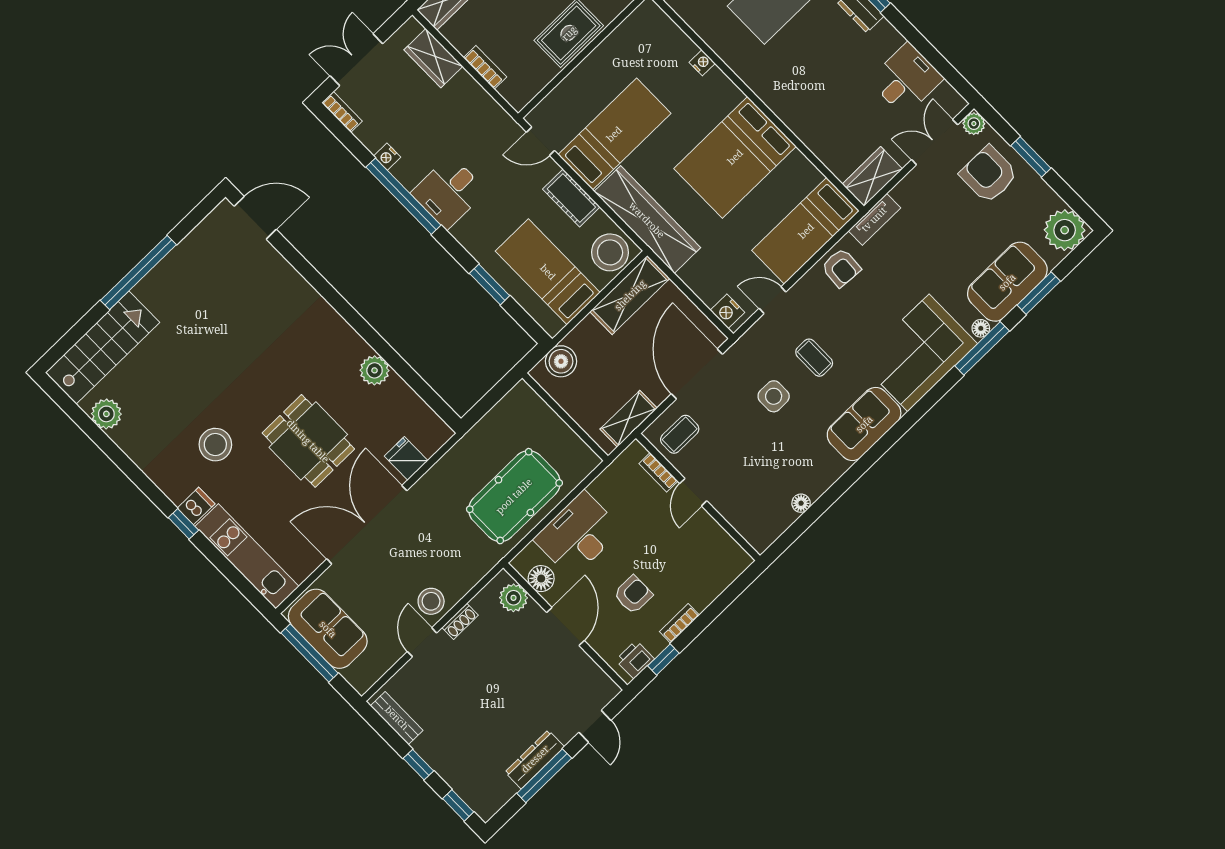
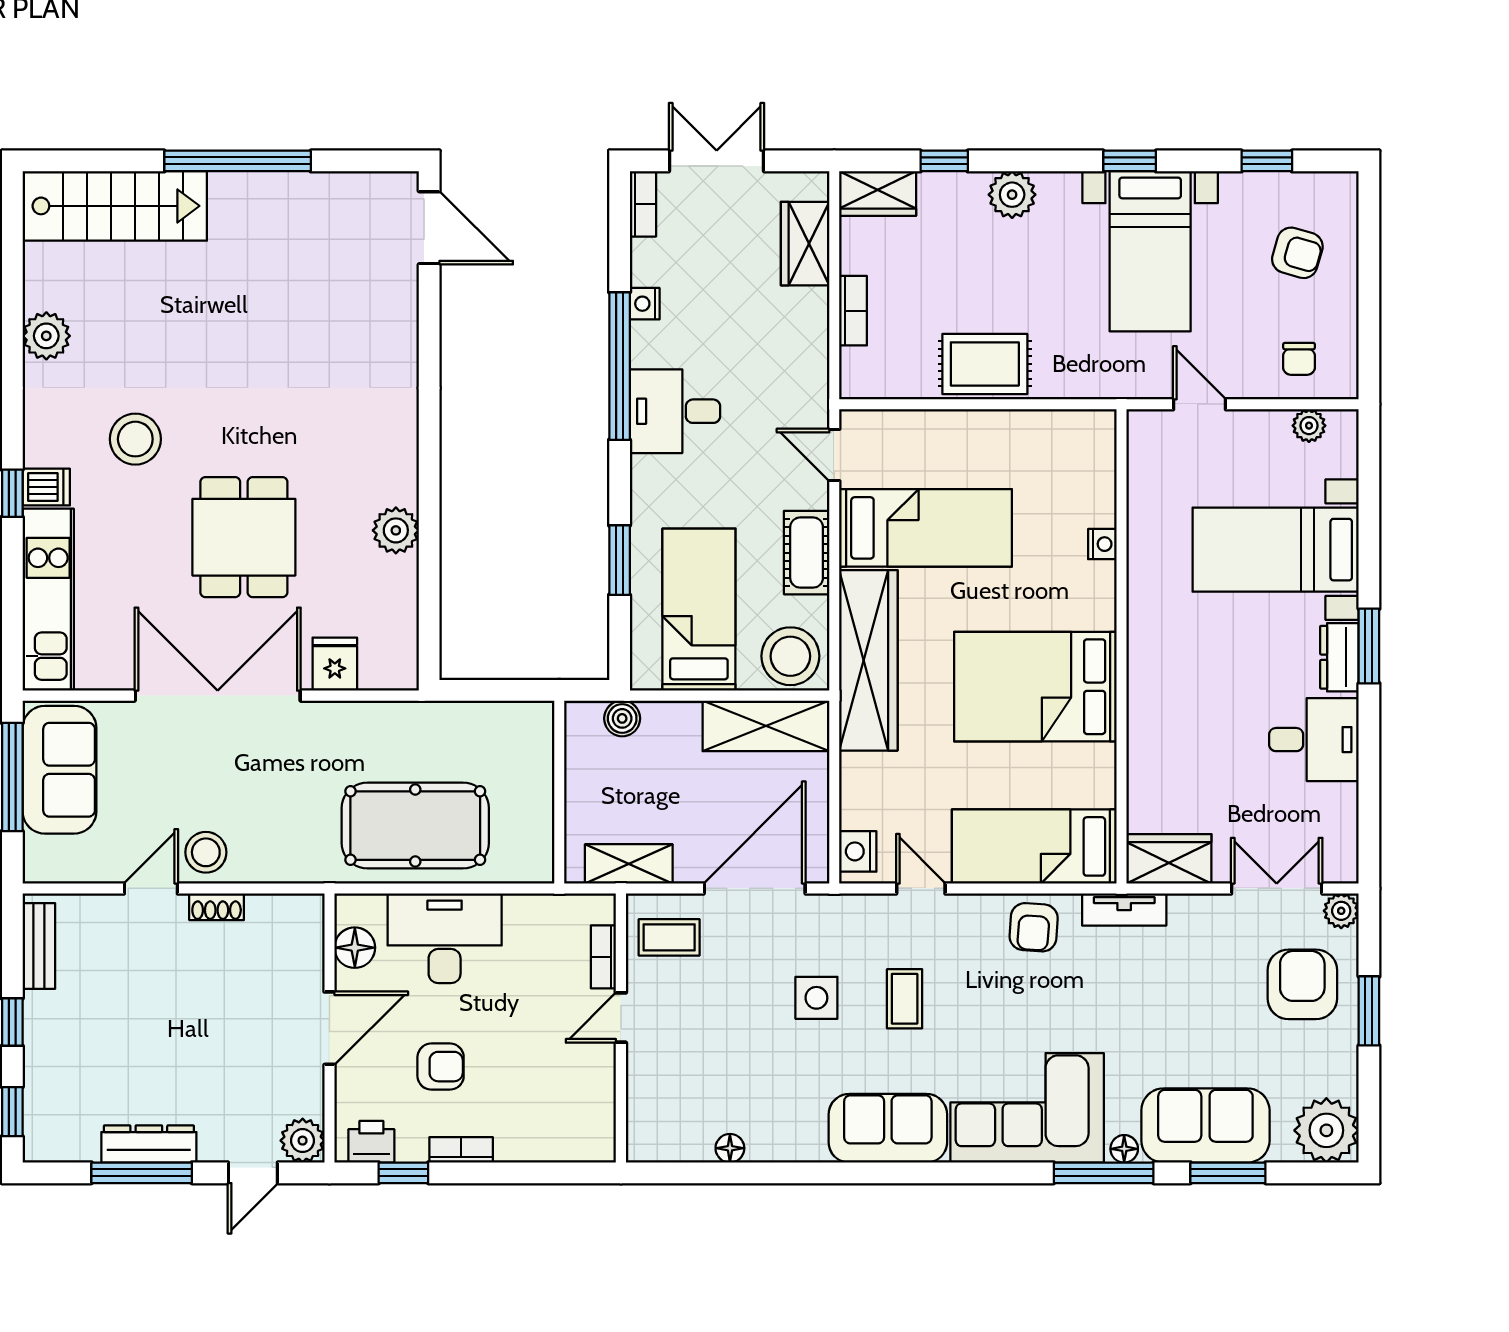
desk: (906, 79) -> (1314, 740), moved
boiler: (561, 361) -> (622, 718), width x0.73, depth x0.73
plant: (106, 414) -> (46, 336), moved
plant: (514, 598) -> (303, 1141), moved

